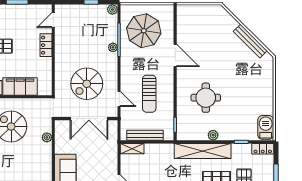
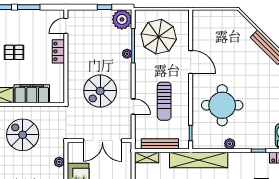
plant: (112, 10) -> (122, 19), width x1.87, depth x1.87
round table: (206, 98) -> (222, 105), width x1.36, depth x1.36
wall: (86, 119) -> (100, 141), moved
double door: (89, 119) -> (102, 141), moved
plant: (47, 137) -> (59, 162), moved
shelving: (203, 151) -> (199, 160), moved

